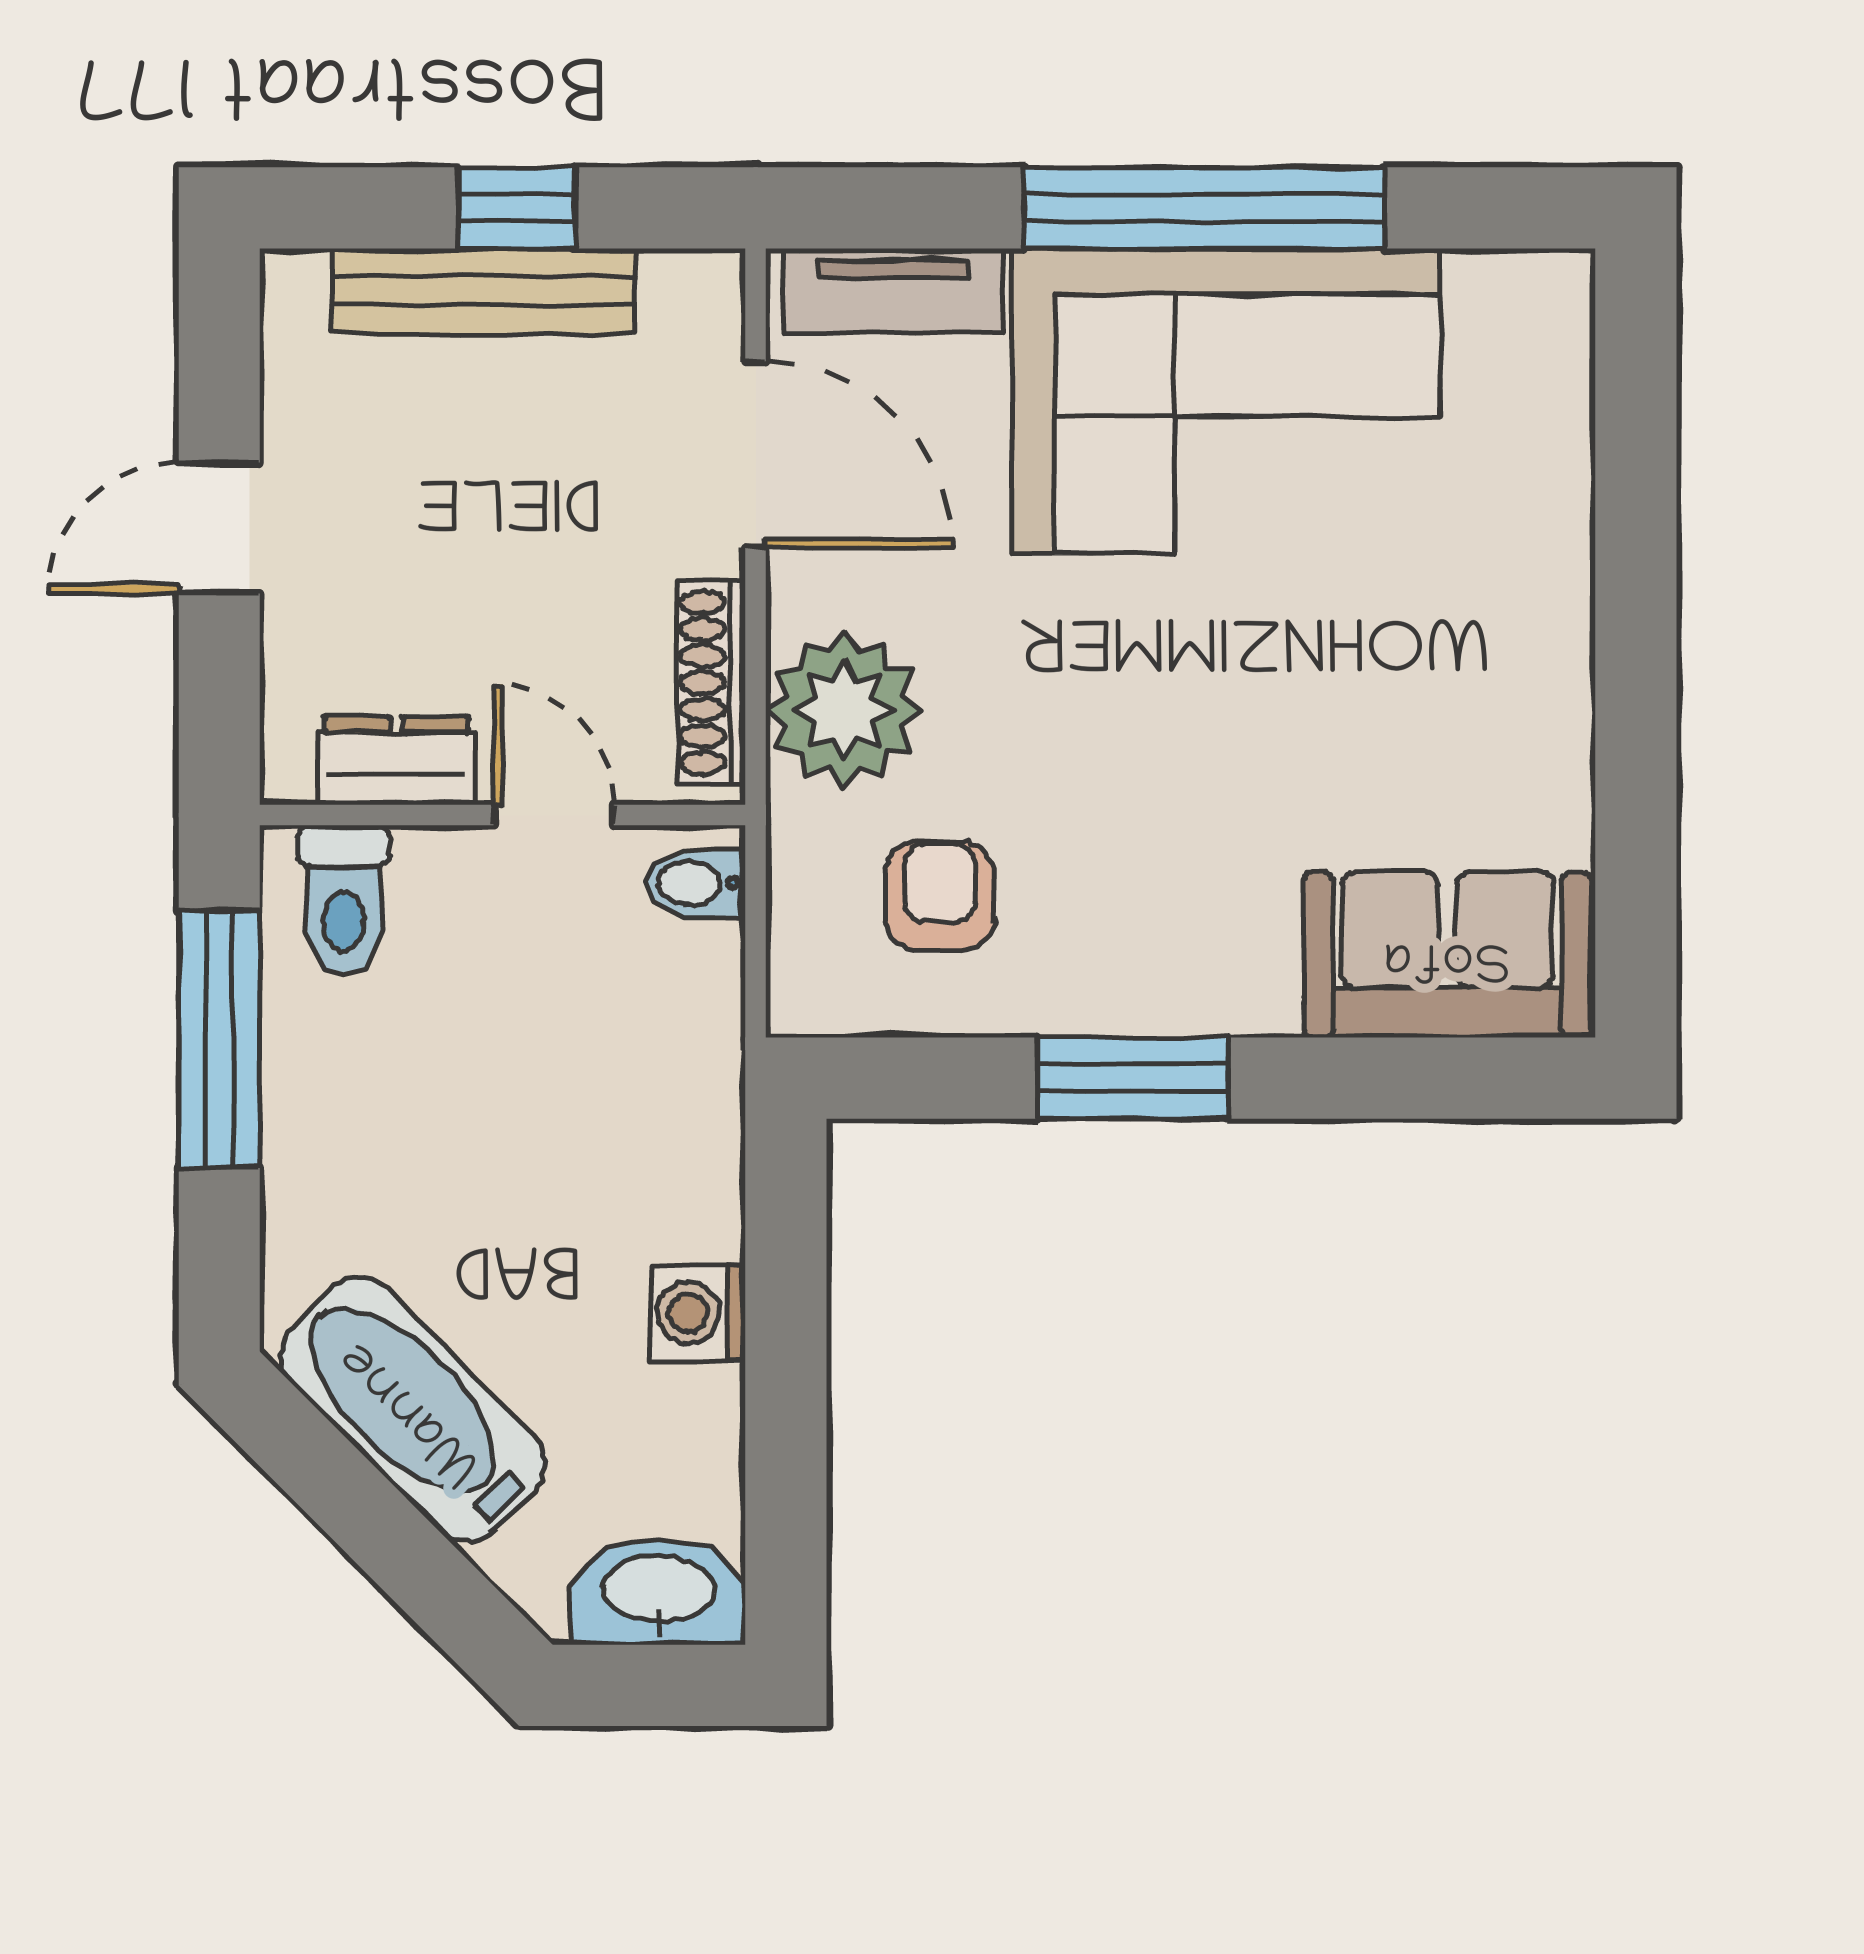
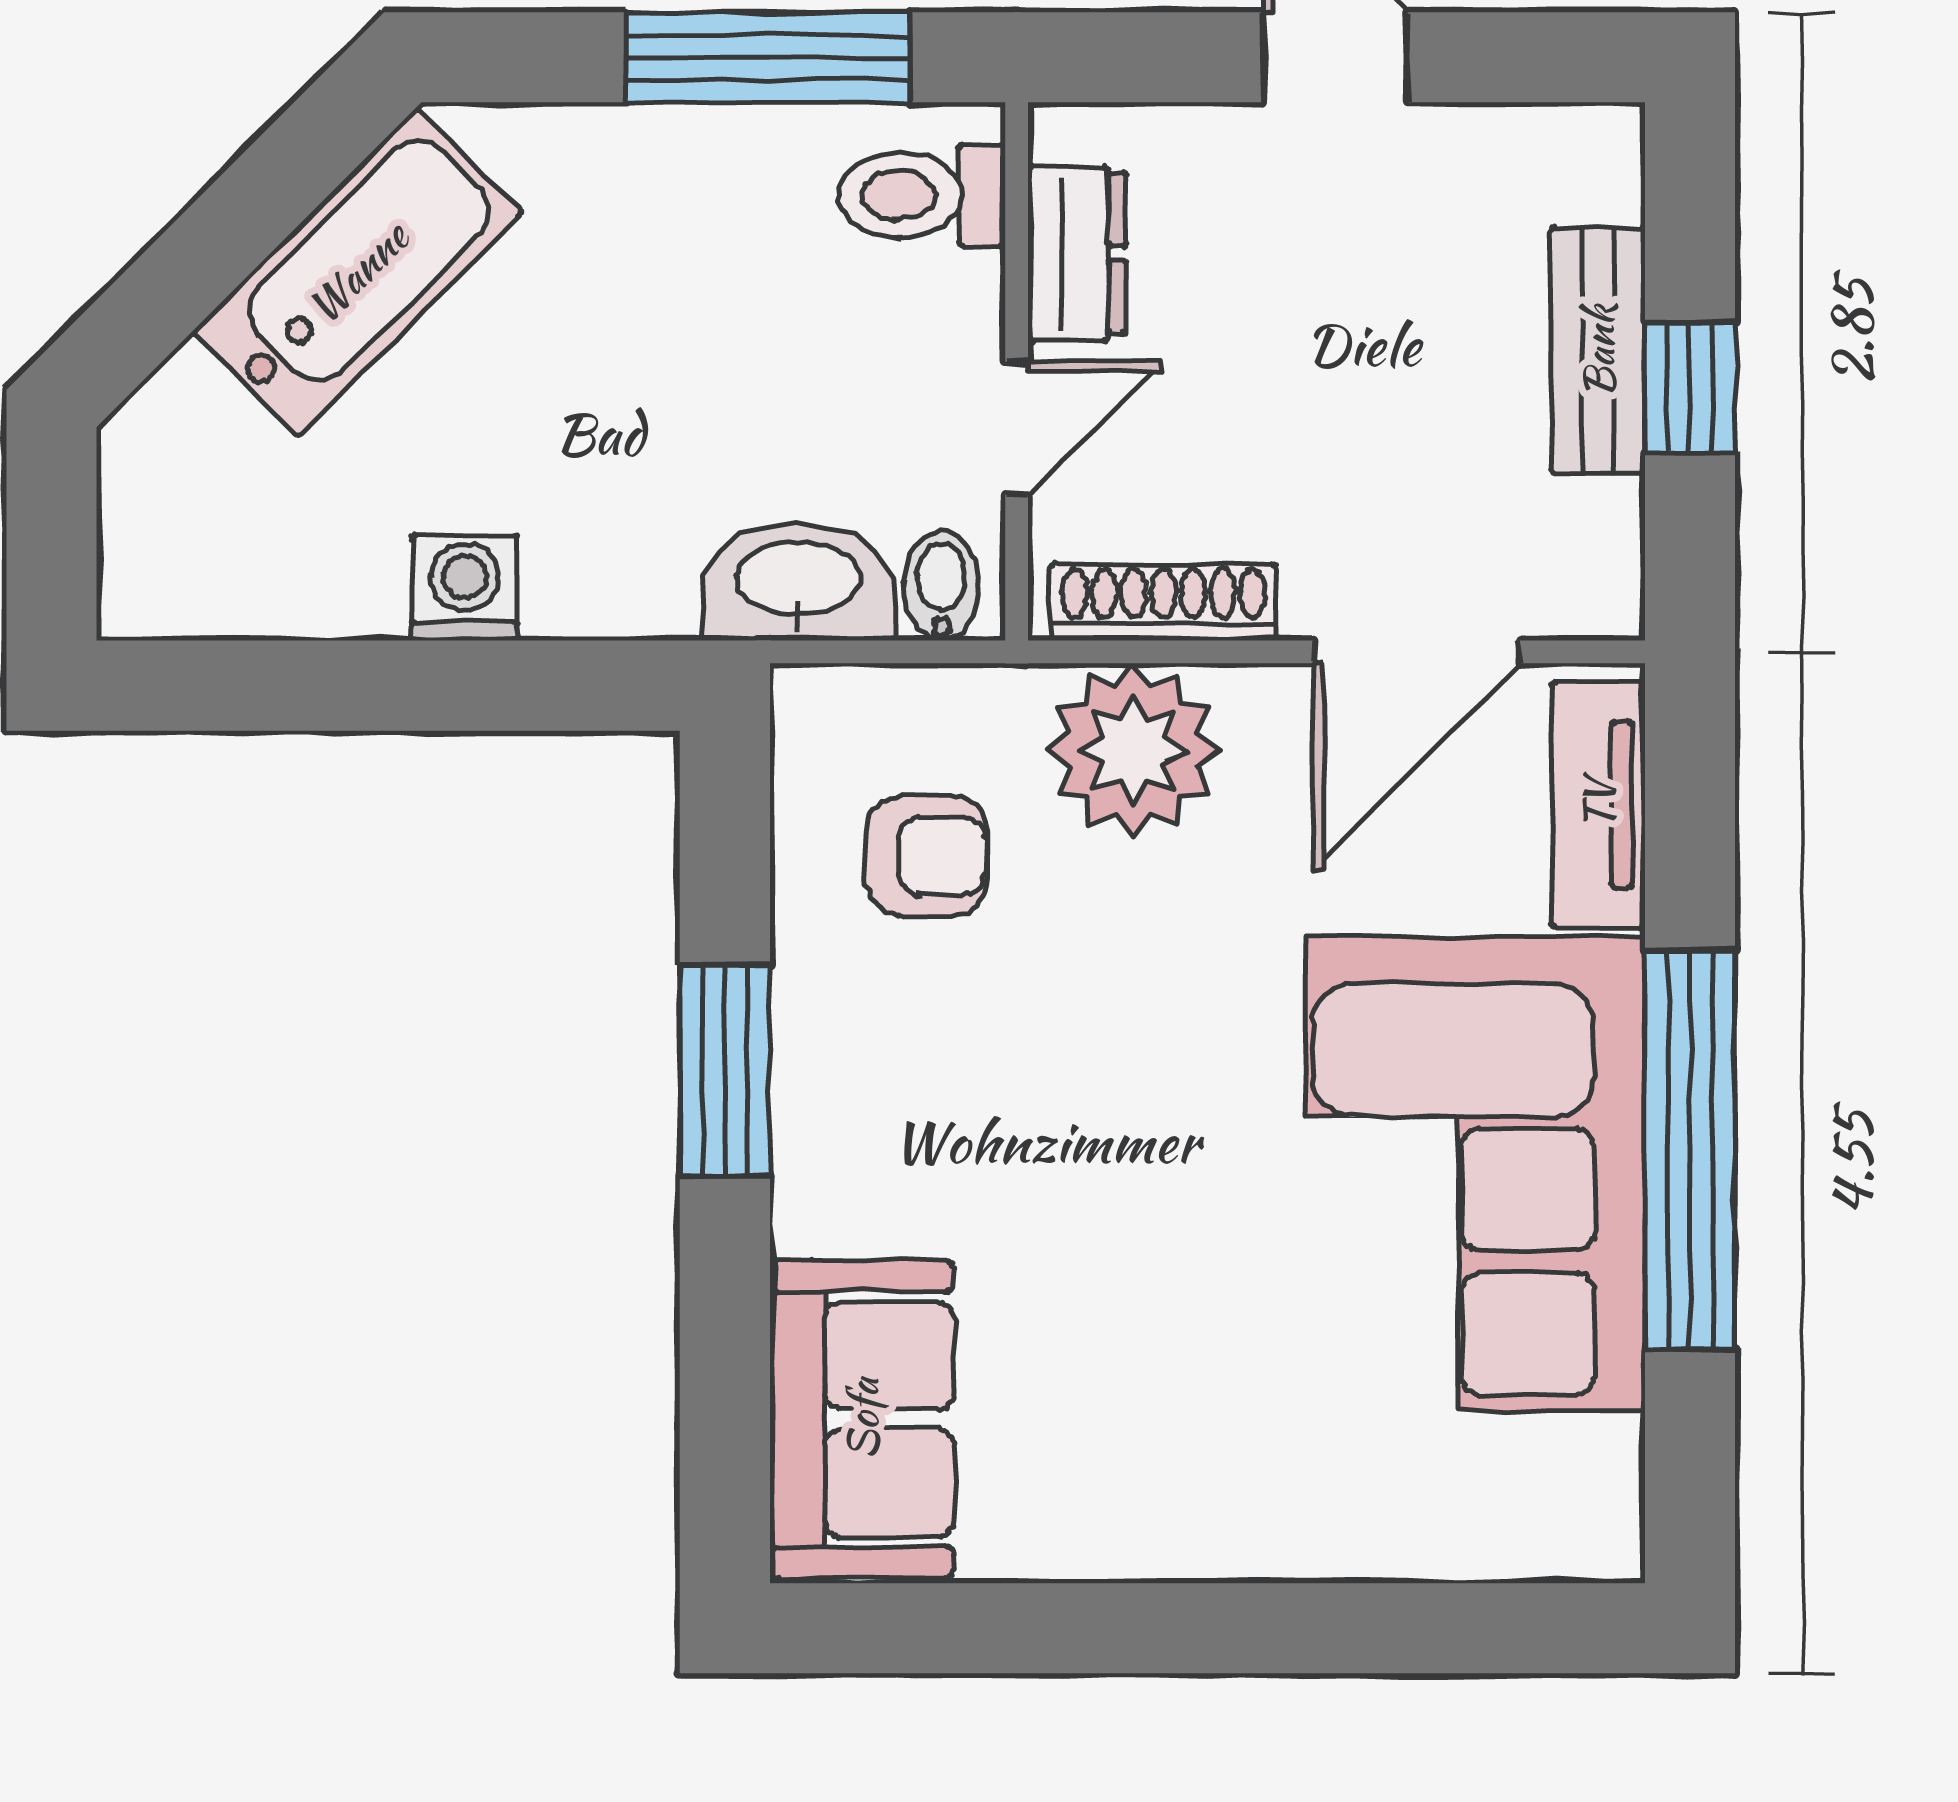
bench: (484, 291) -> (1598, 351), width x0.73
washbasin: (658, 1592) -> (798, 582), moved, turned -90

